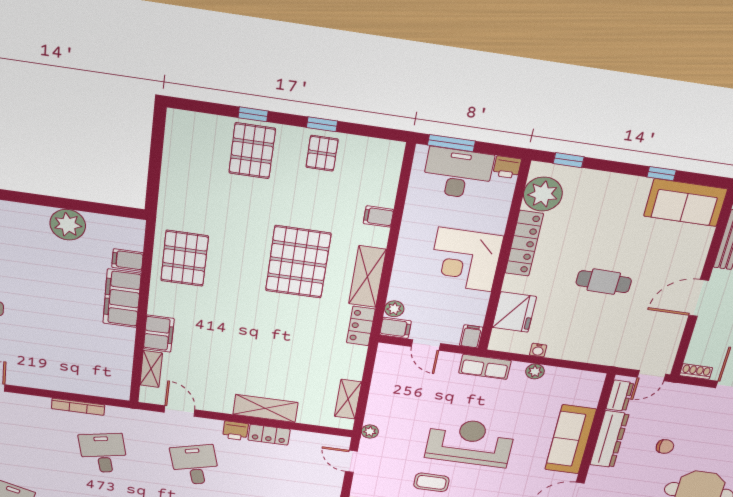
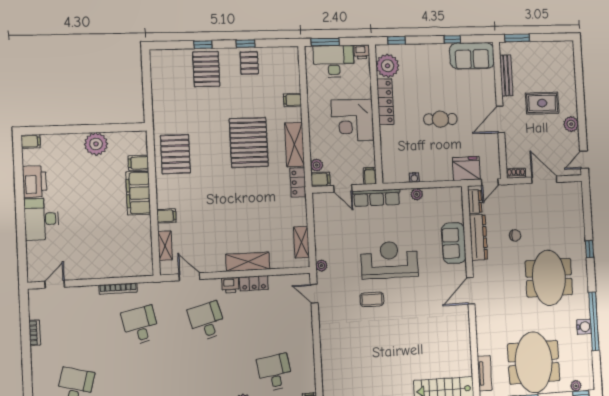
fridge: (514, 312) -> (466, 168), moved, turned -90
filing cabinet: (159, 334) -> (166, 216), width x0.50
row of seats: (485, 367) -> (377, 198), width x1.48
sofa: (570, 439) -> (454, 243), width x0.73

